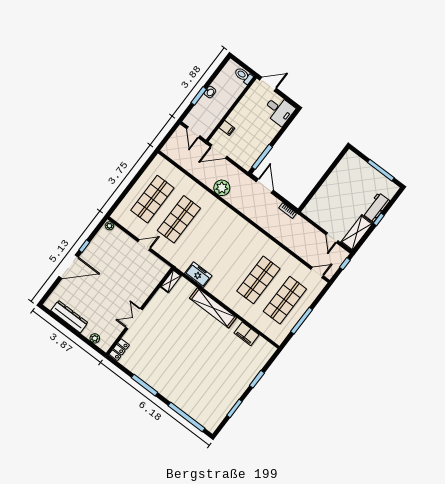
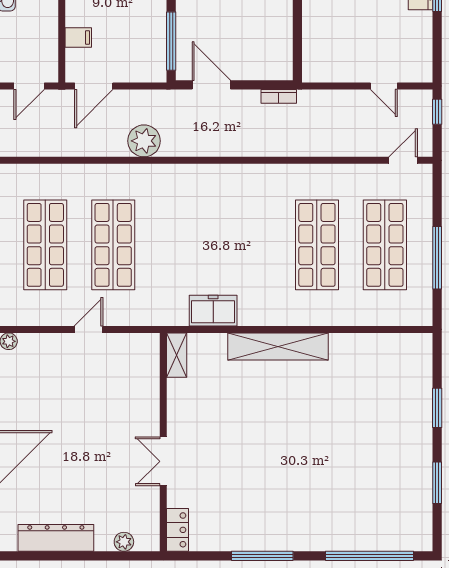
door: (193, 132) -> (29, 86), hinge flipped
shelving: (357, 233) -> (418, 47), removed
filing cabinet: (247, 334) -> (364, 347), removed

